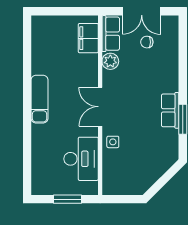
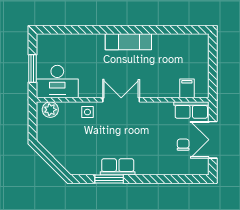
filing cabinet: (88, 38) -> (187, 88), width x0.50
plant: (110, 61) -> (50, 110), moved
desk: (81, 159) -> (57, 82), moved

